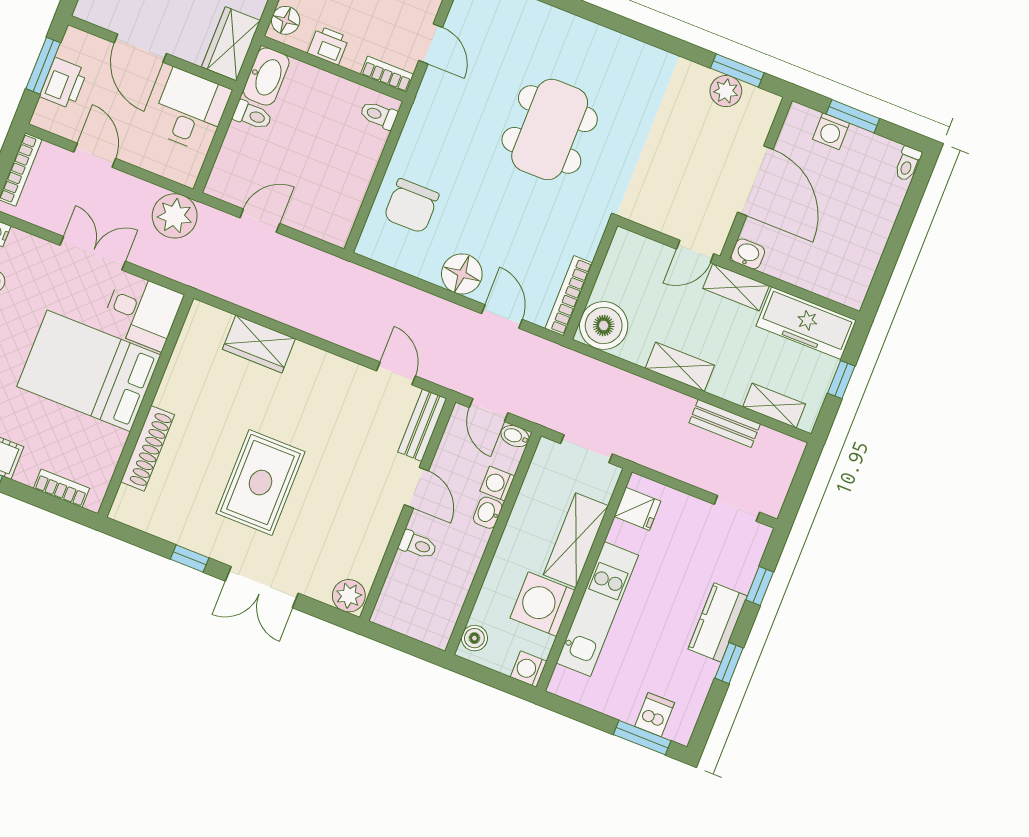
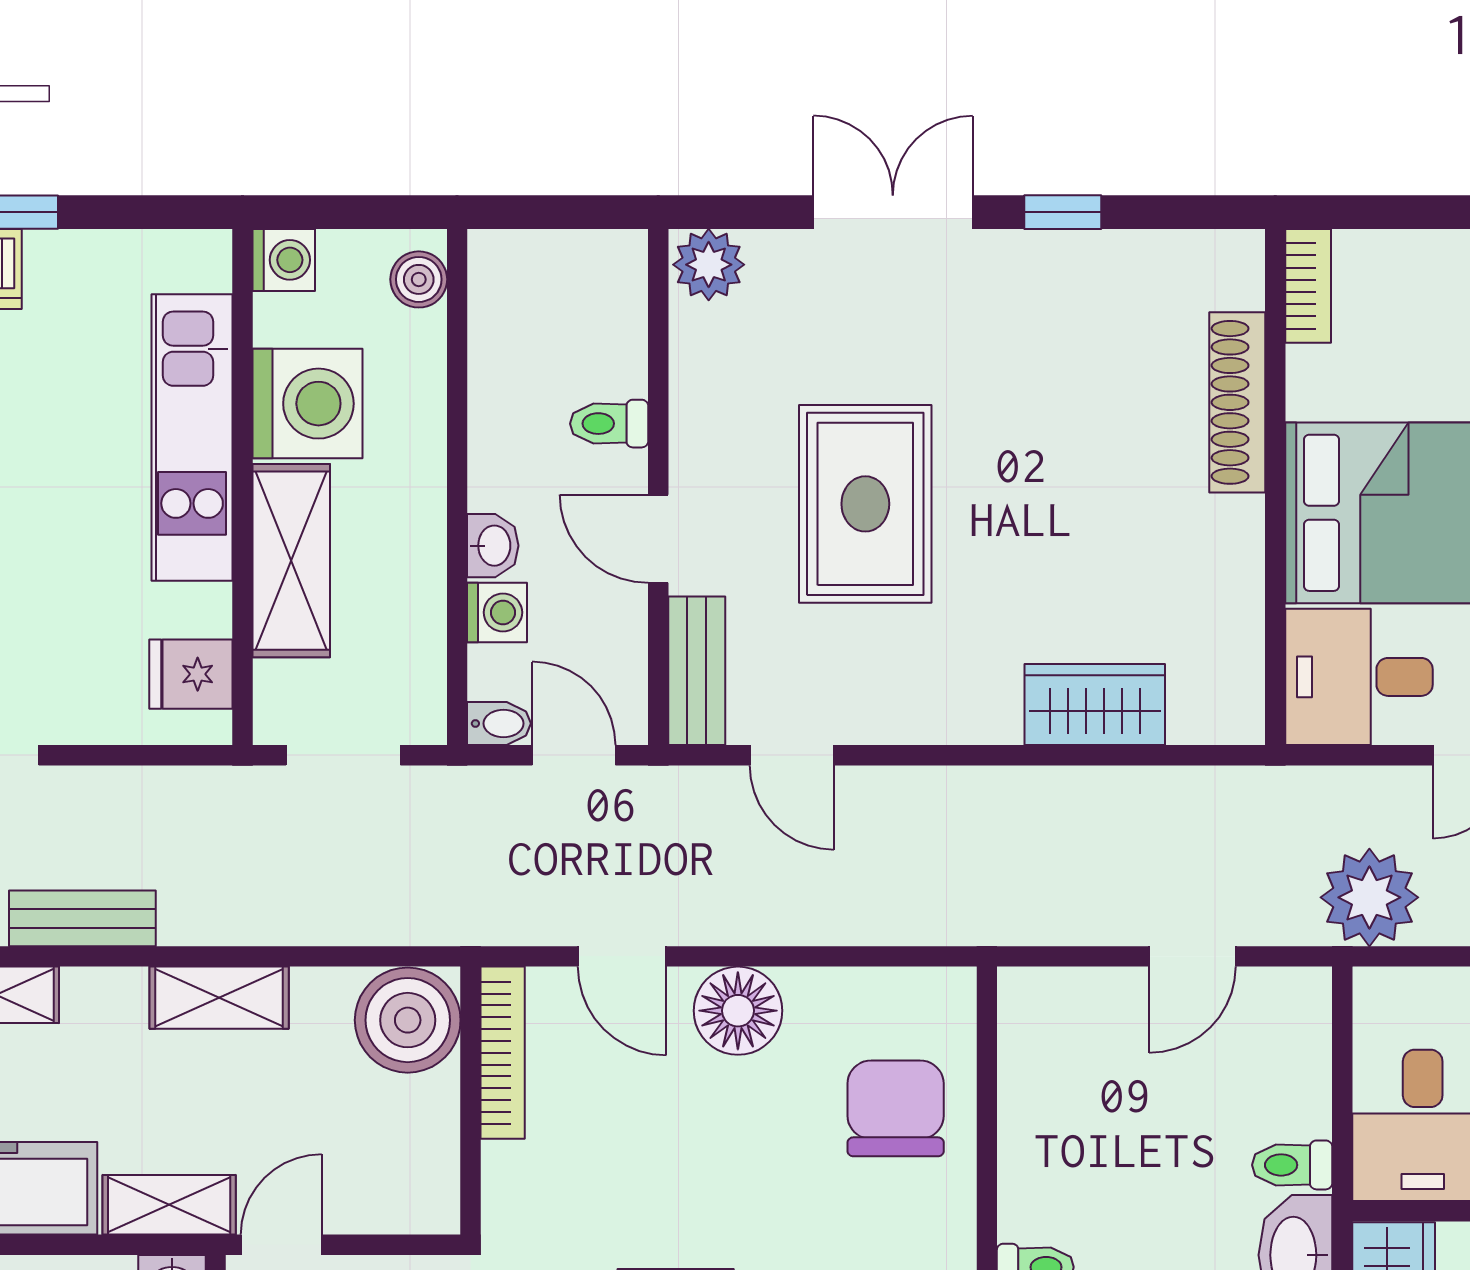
rug: (260, 483) -> (865, 504), moved
bookcase: (61, 488) -> (1308, 286), moved, turned -90

